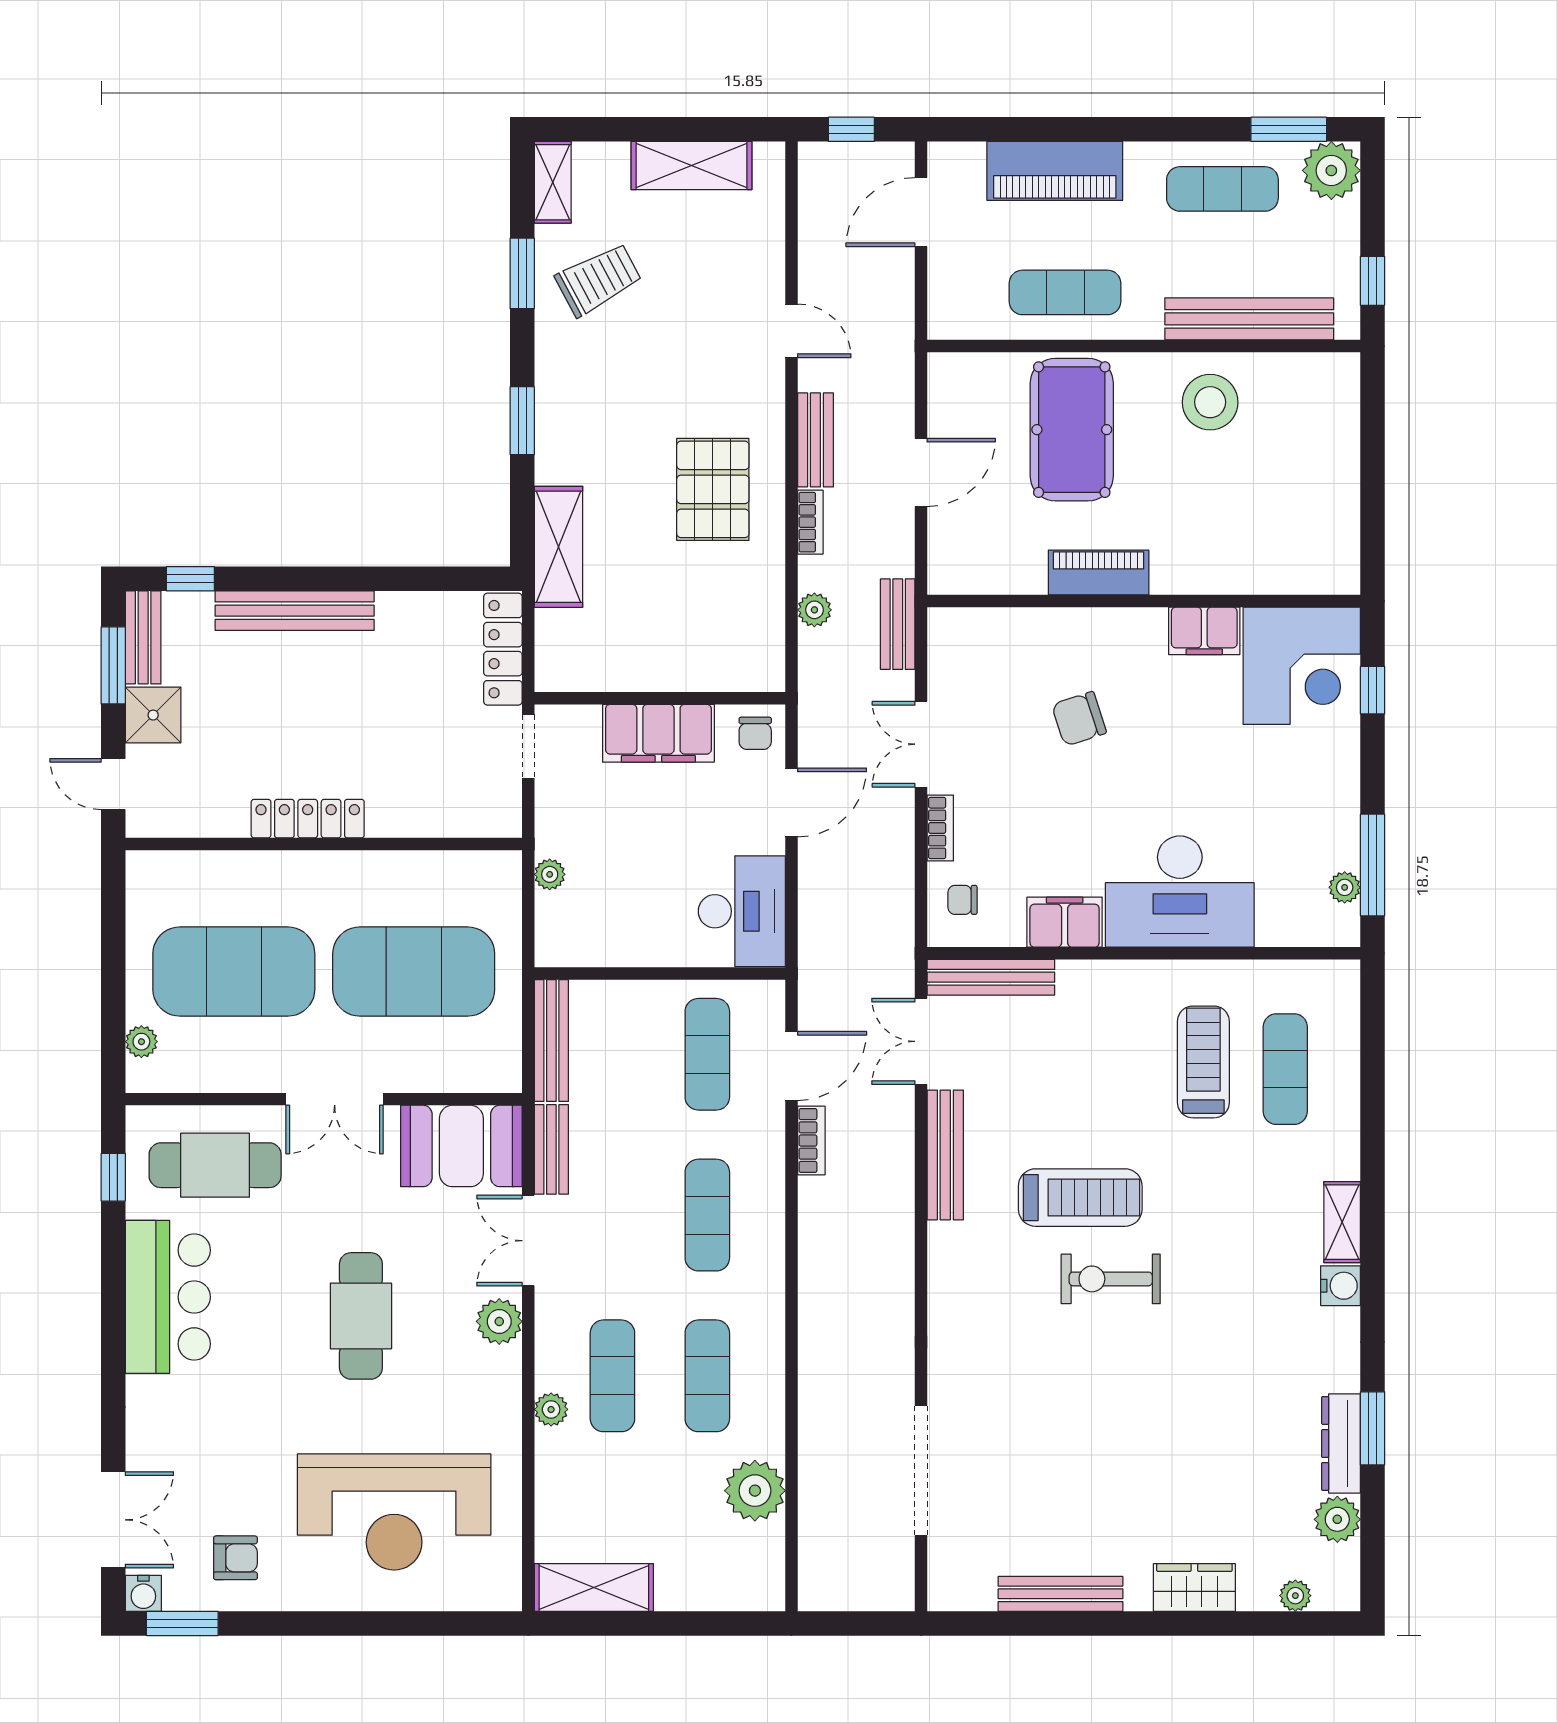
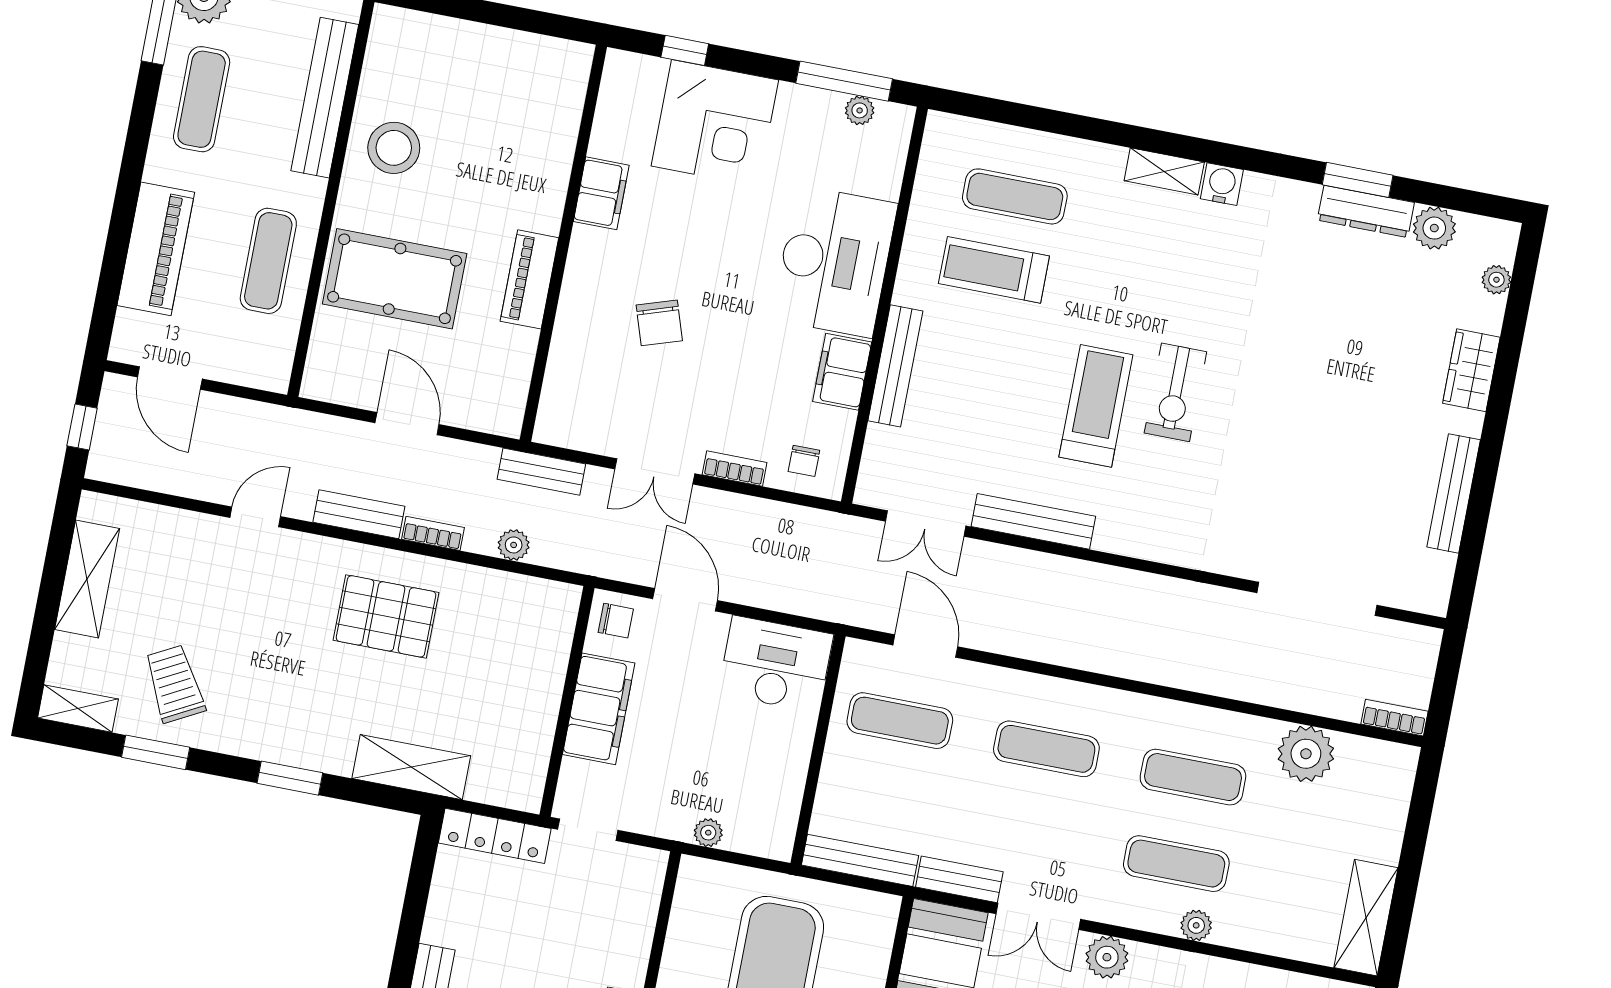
corner desk: (1302, 666) -> (715, 123), moved, turned 90
bench: (991, 977) -> (895, 366), moved
bookcase: (811, 1140) -> (1394, 718), moved

